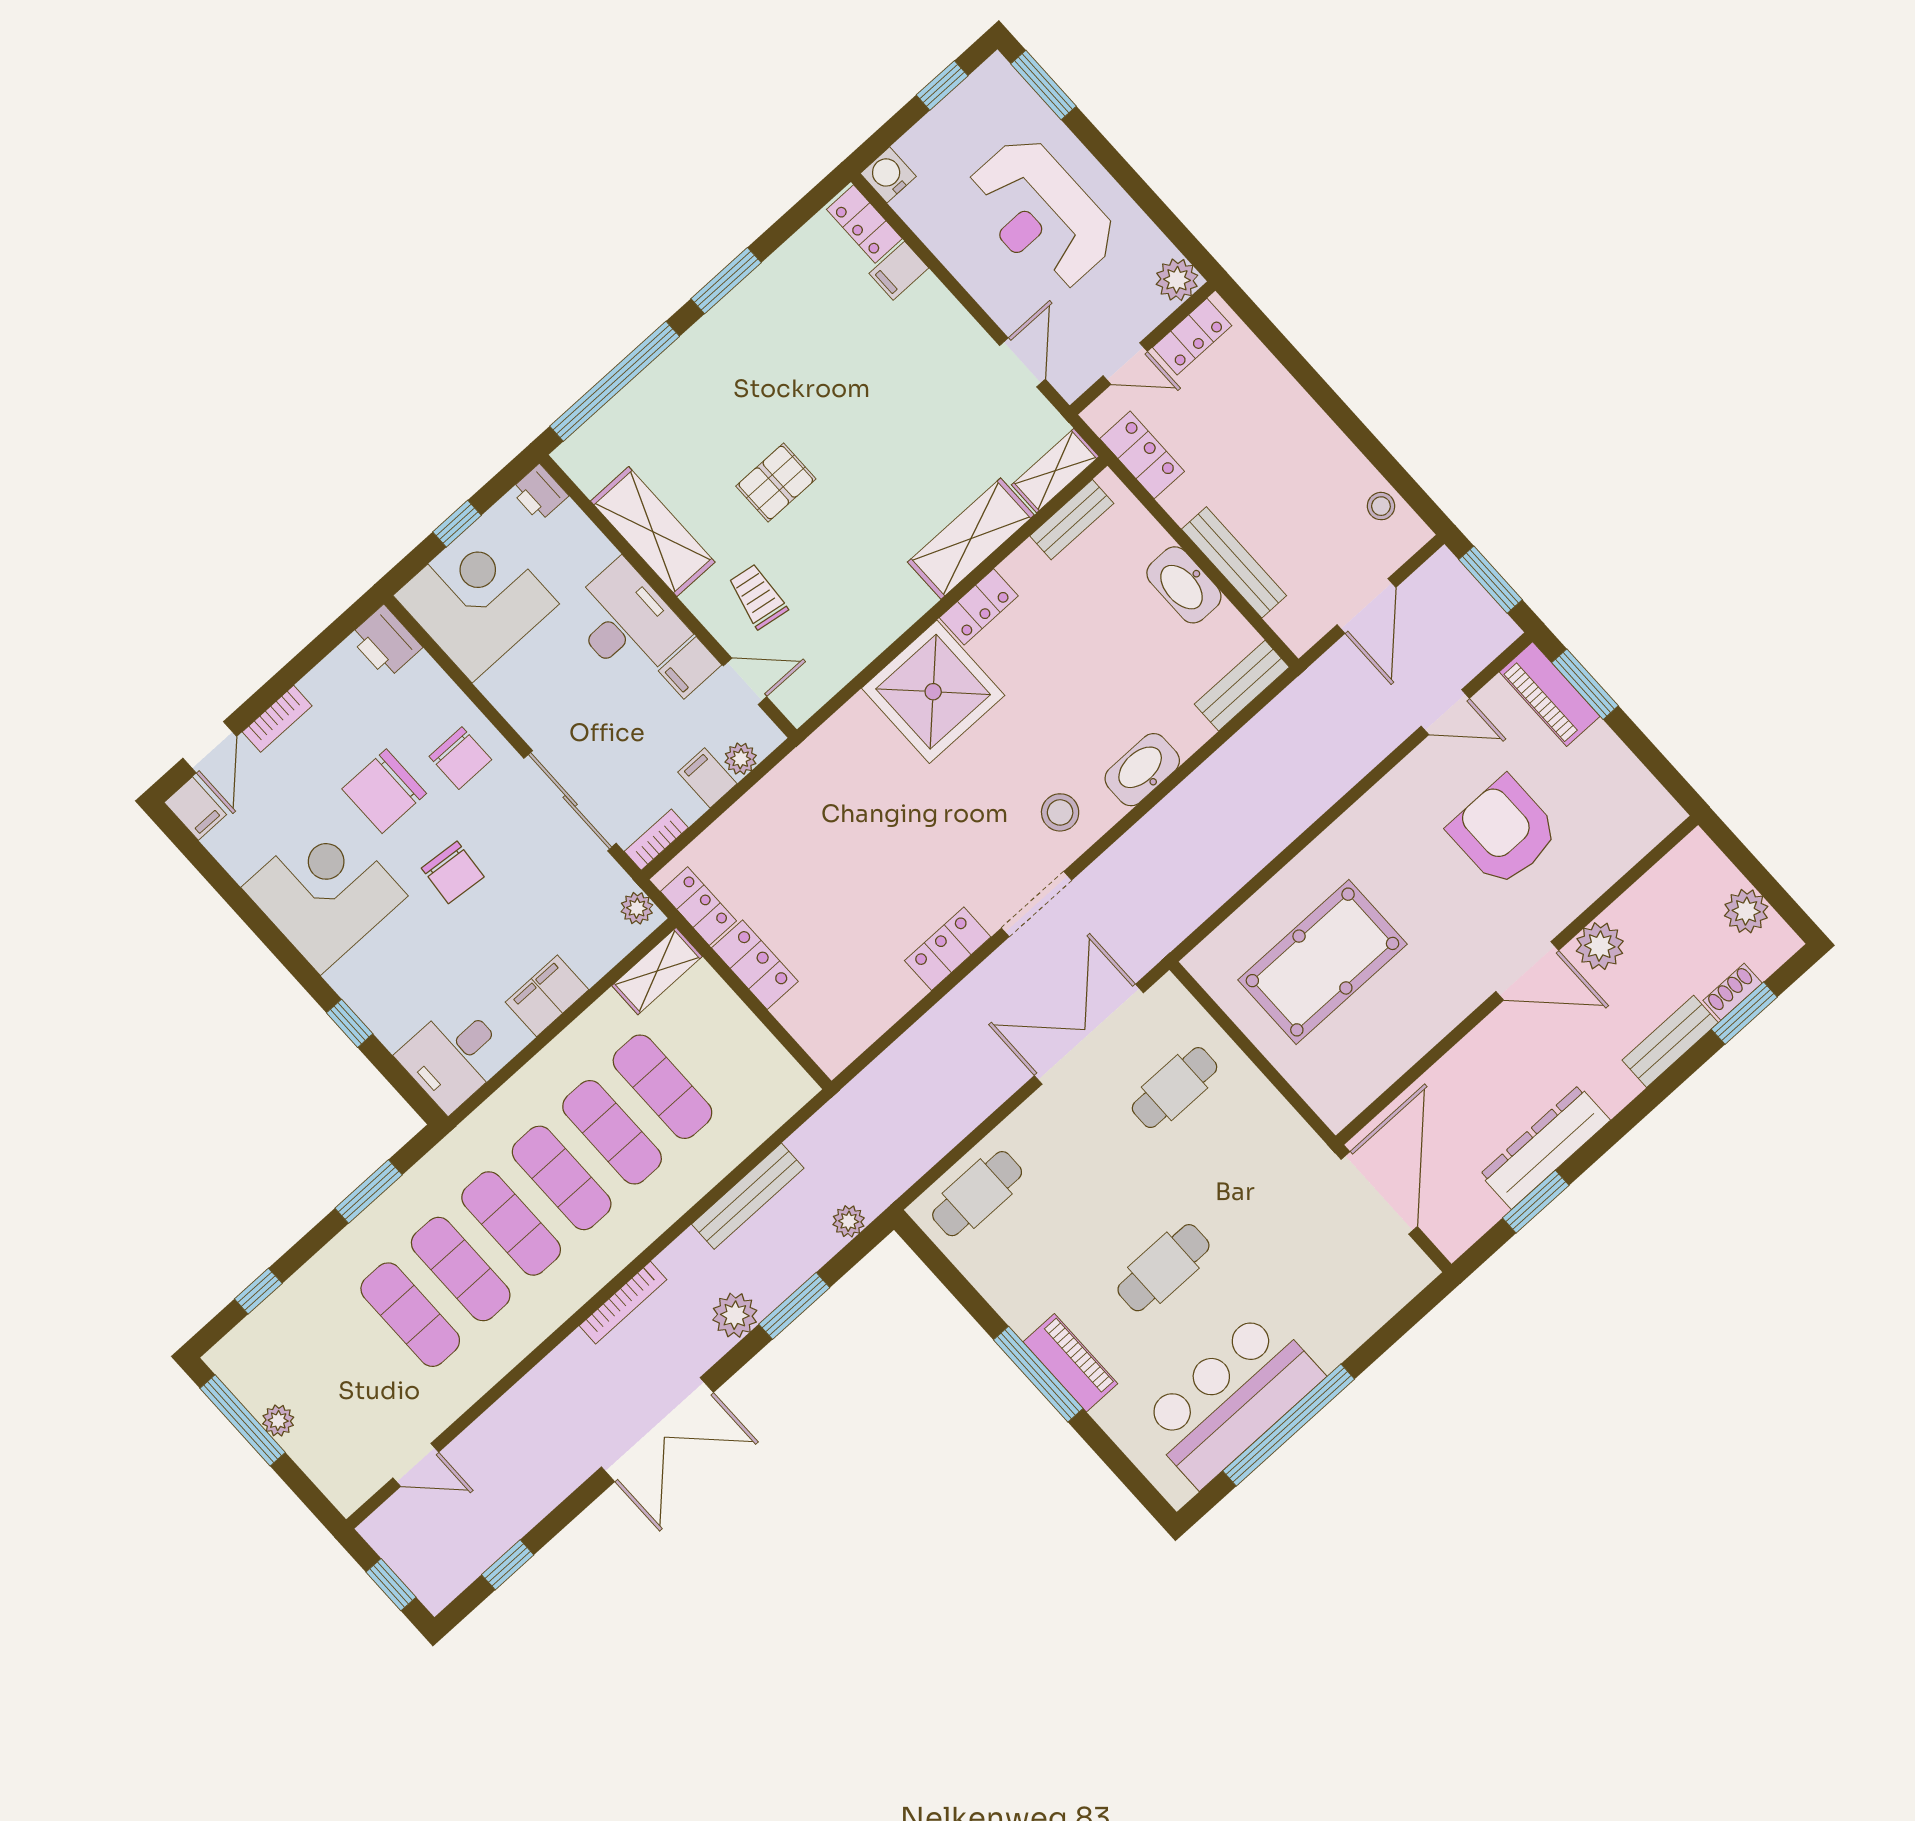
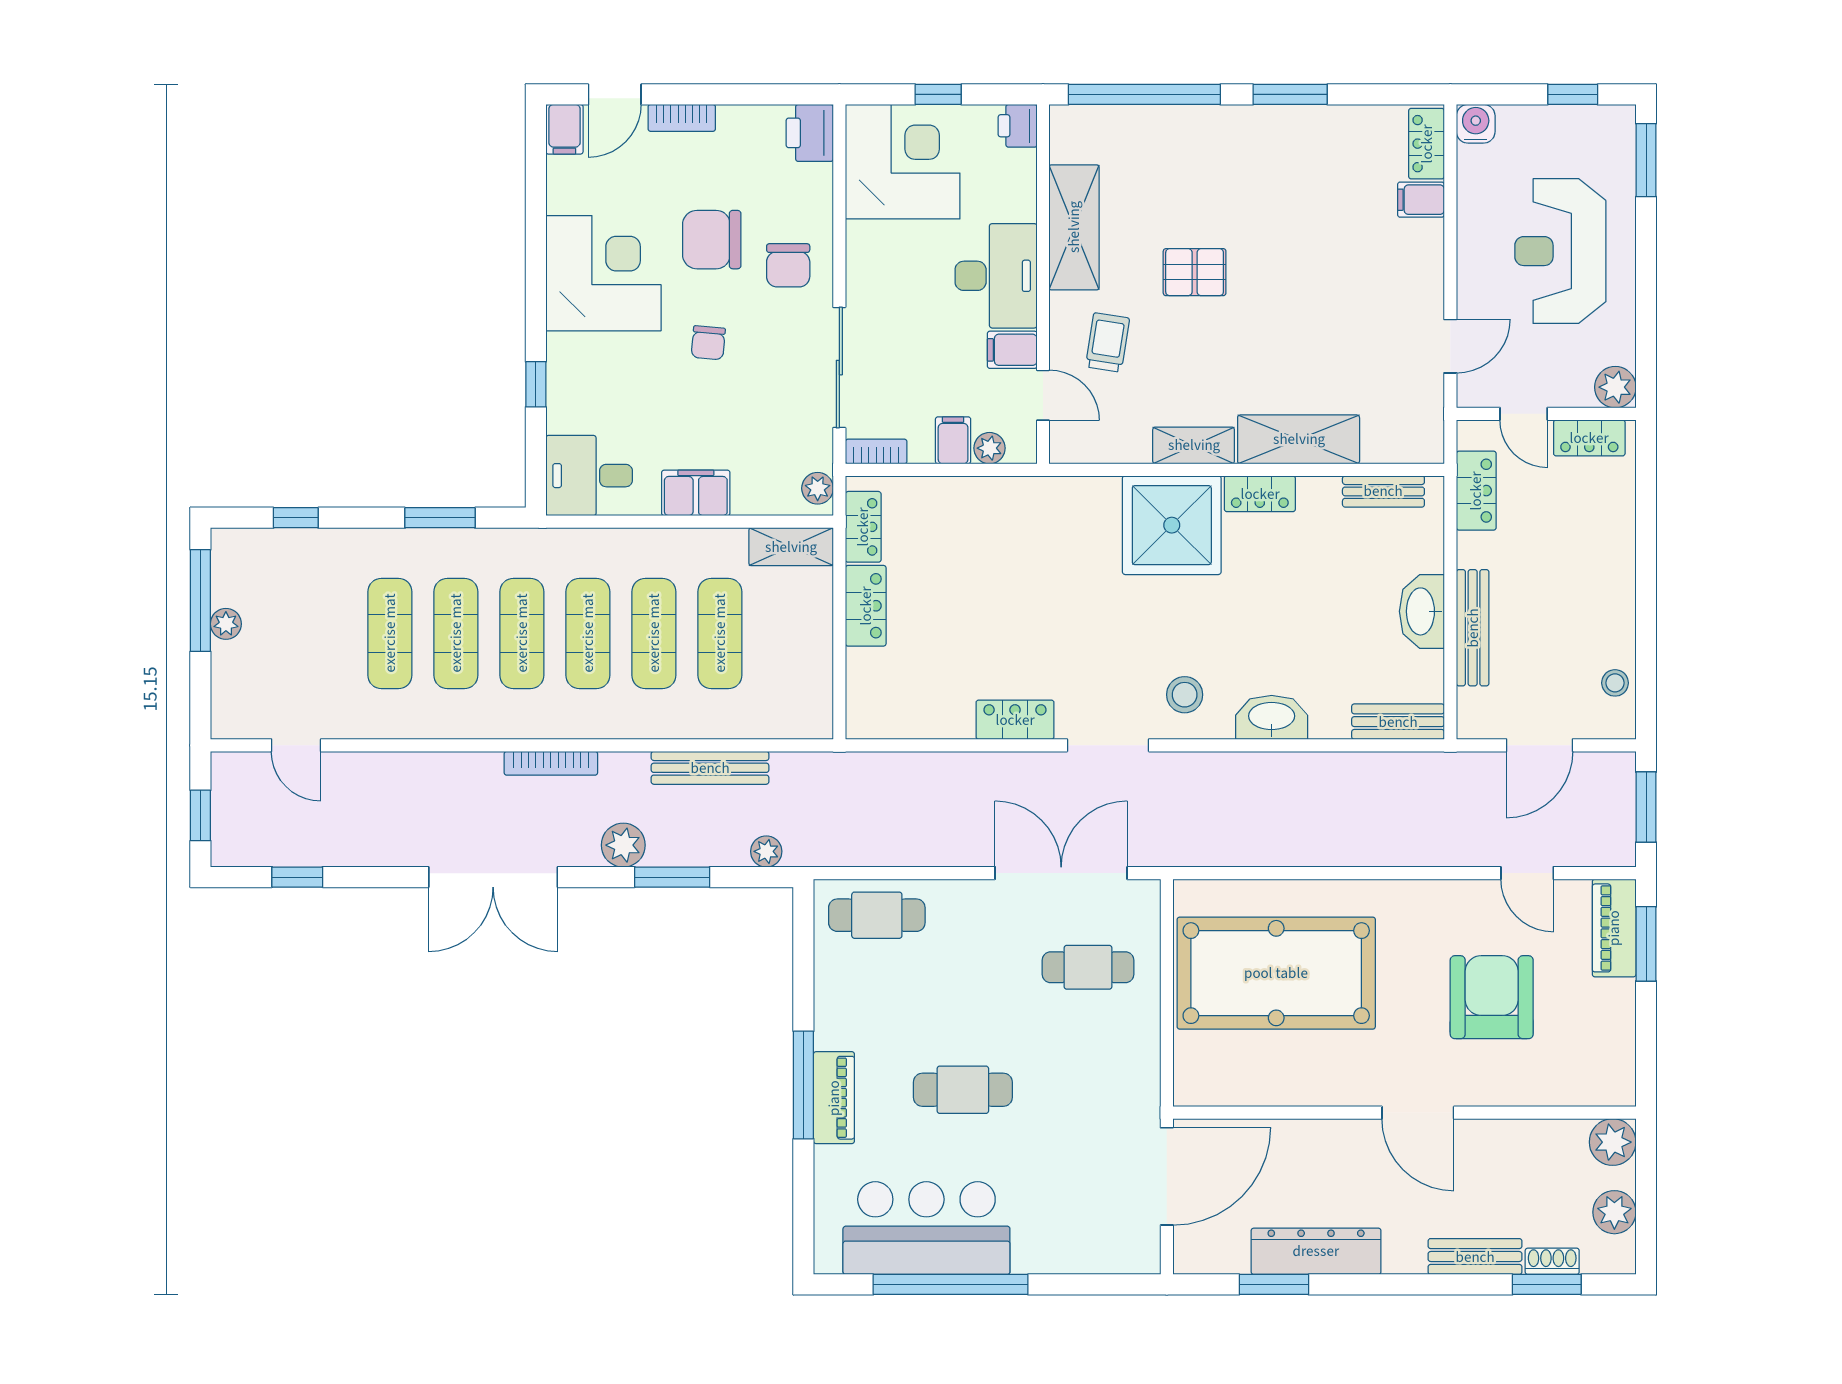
shelving: (1055, 471) -> (1194, 445), moved
chair: (453, 872) -> (708, 343), width x0.73, depth x0.73
plant: (1600, 946) -> (1613, 1142), moved
pool table: (1322, 962) -> (1276, 973), width x1.36, depth x1.32

